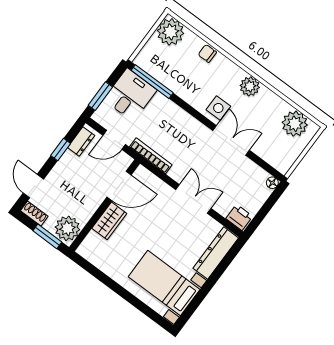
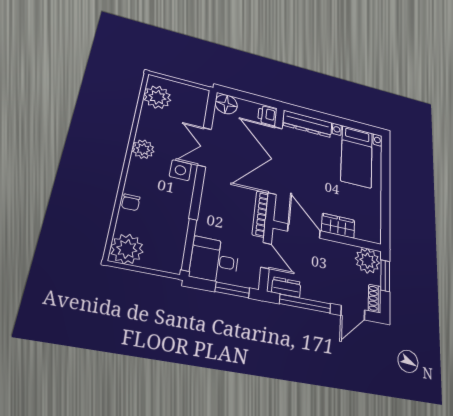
window: (61, 149) -> (305, 304), width x2.17
floor lamp: (272, 183) -> (226, 104), width x1.89, depth x1.89
double door: (193, 199) -> (275, 160), width x1.87

